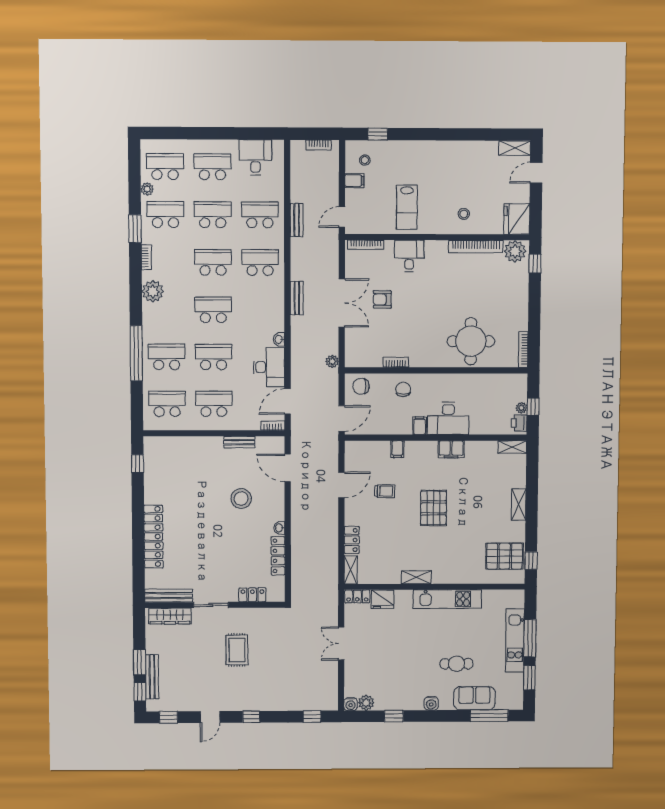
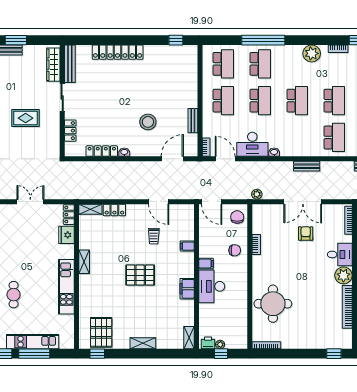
plant: (515, 251) -> (343, 275), moved

